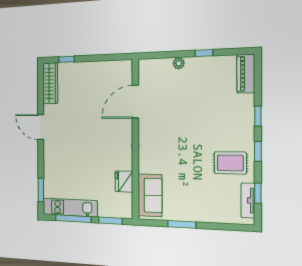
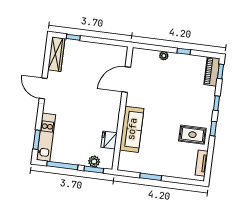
window: (258, 193) -> (221, 71), moved
sofa: (150, 195) -> (132, 129), moved, width x1.36
kitchen unit: (70, 207) -> (46, 137), moved, turned 90
plant: (109, 210) -> (94, 161), added

